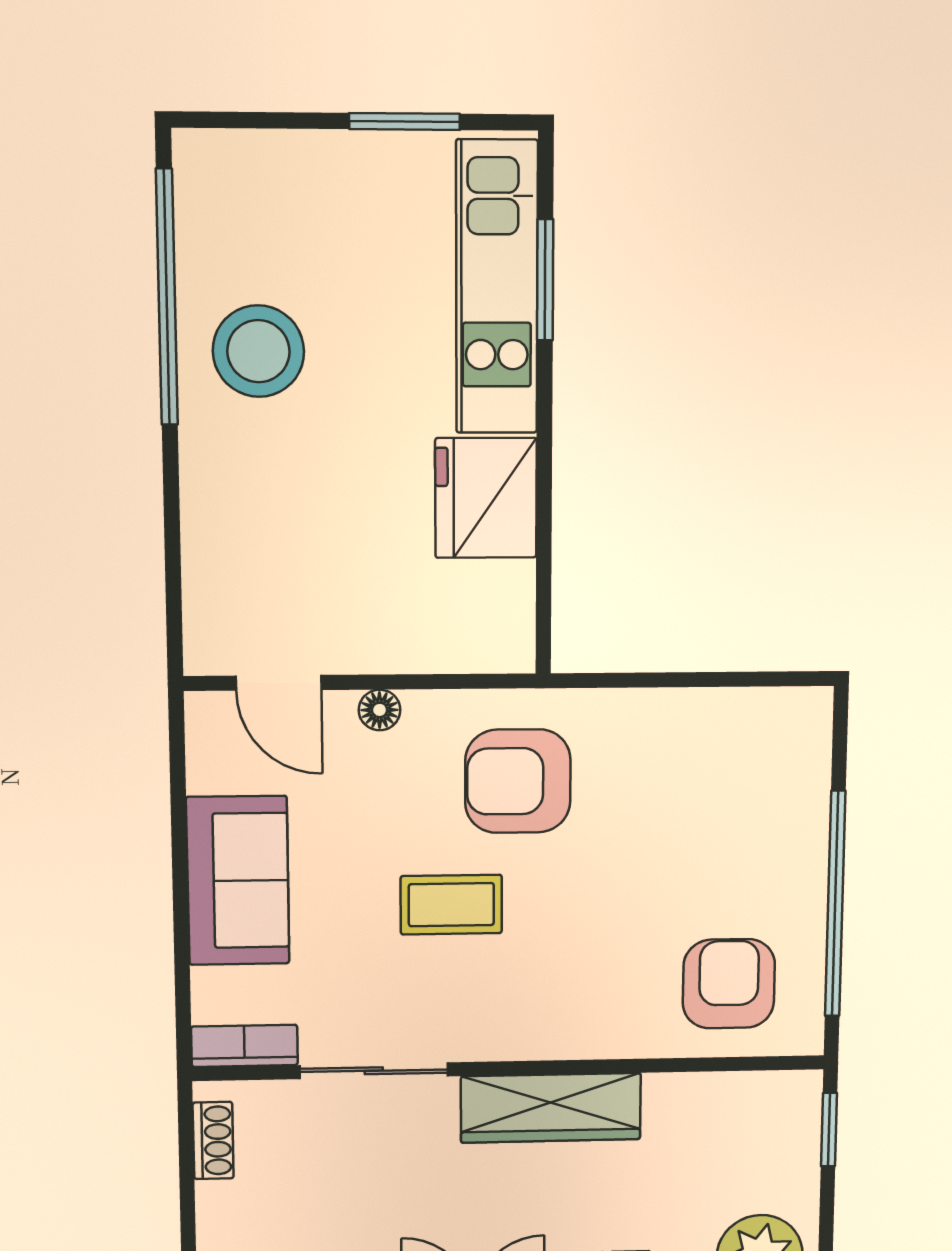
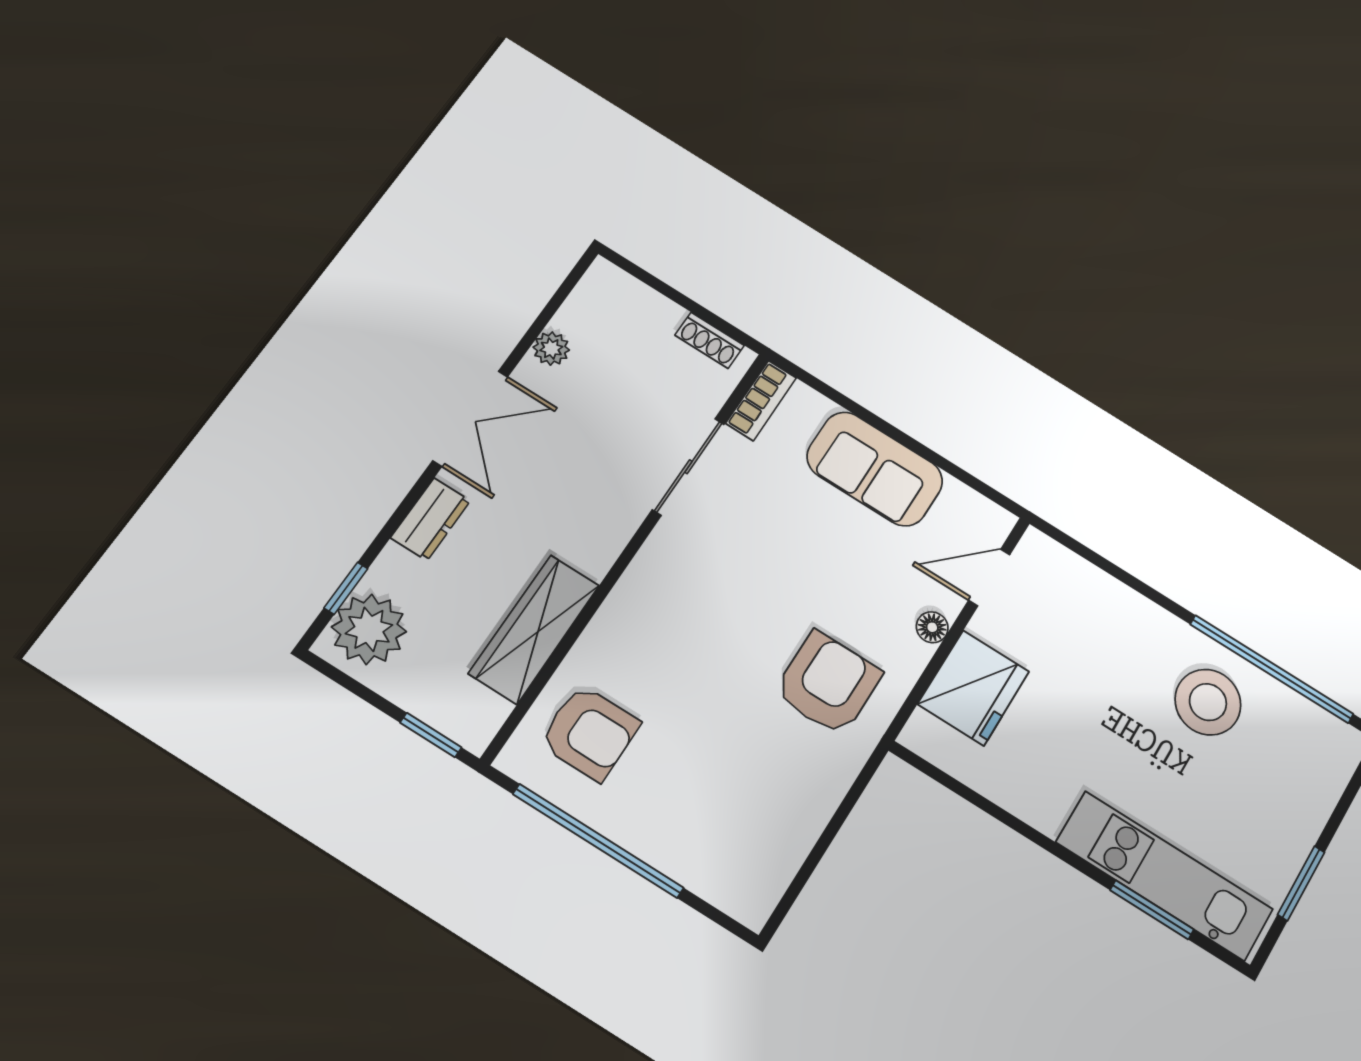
fridge: (486, 498) -> (973, 688), moved, turned 90
coffee table: (451, 905) -> (771, 588), removed
wardrobe: (551, 1108) -> (534, 629), moved

